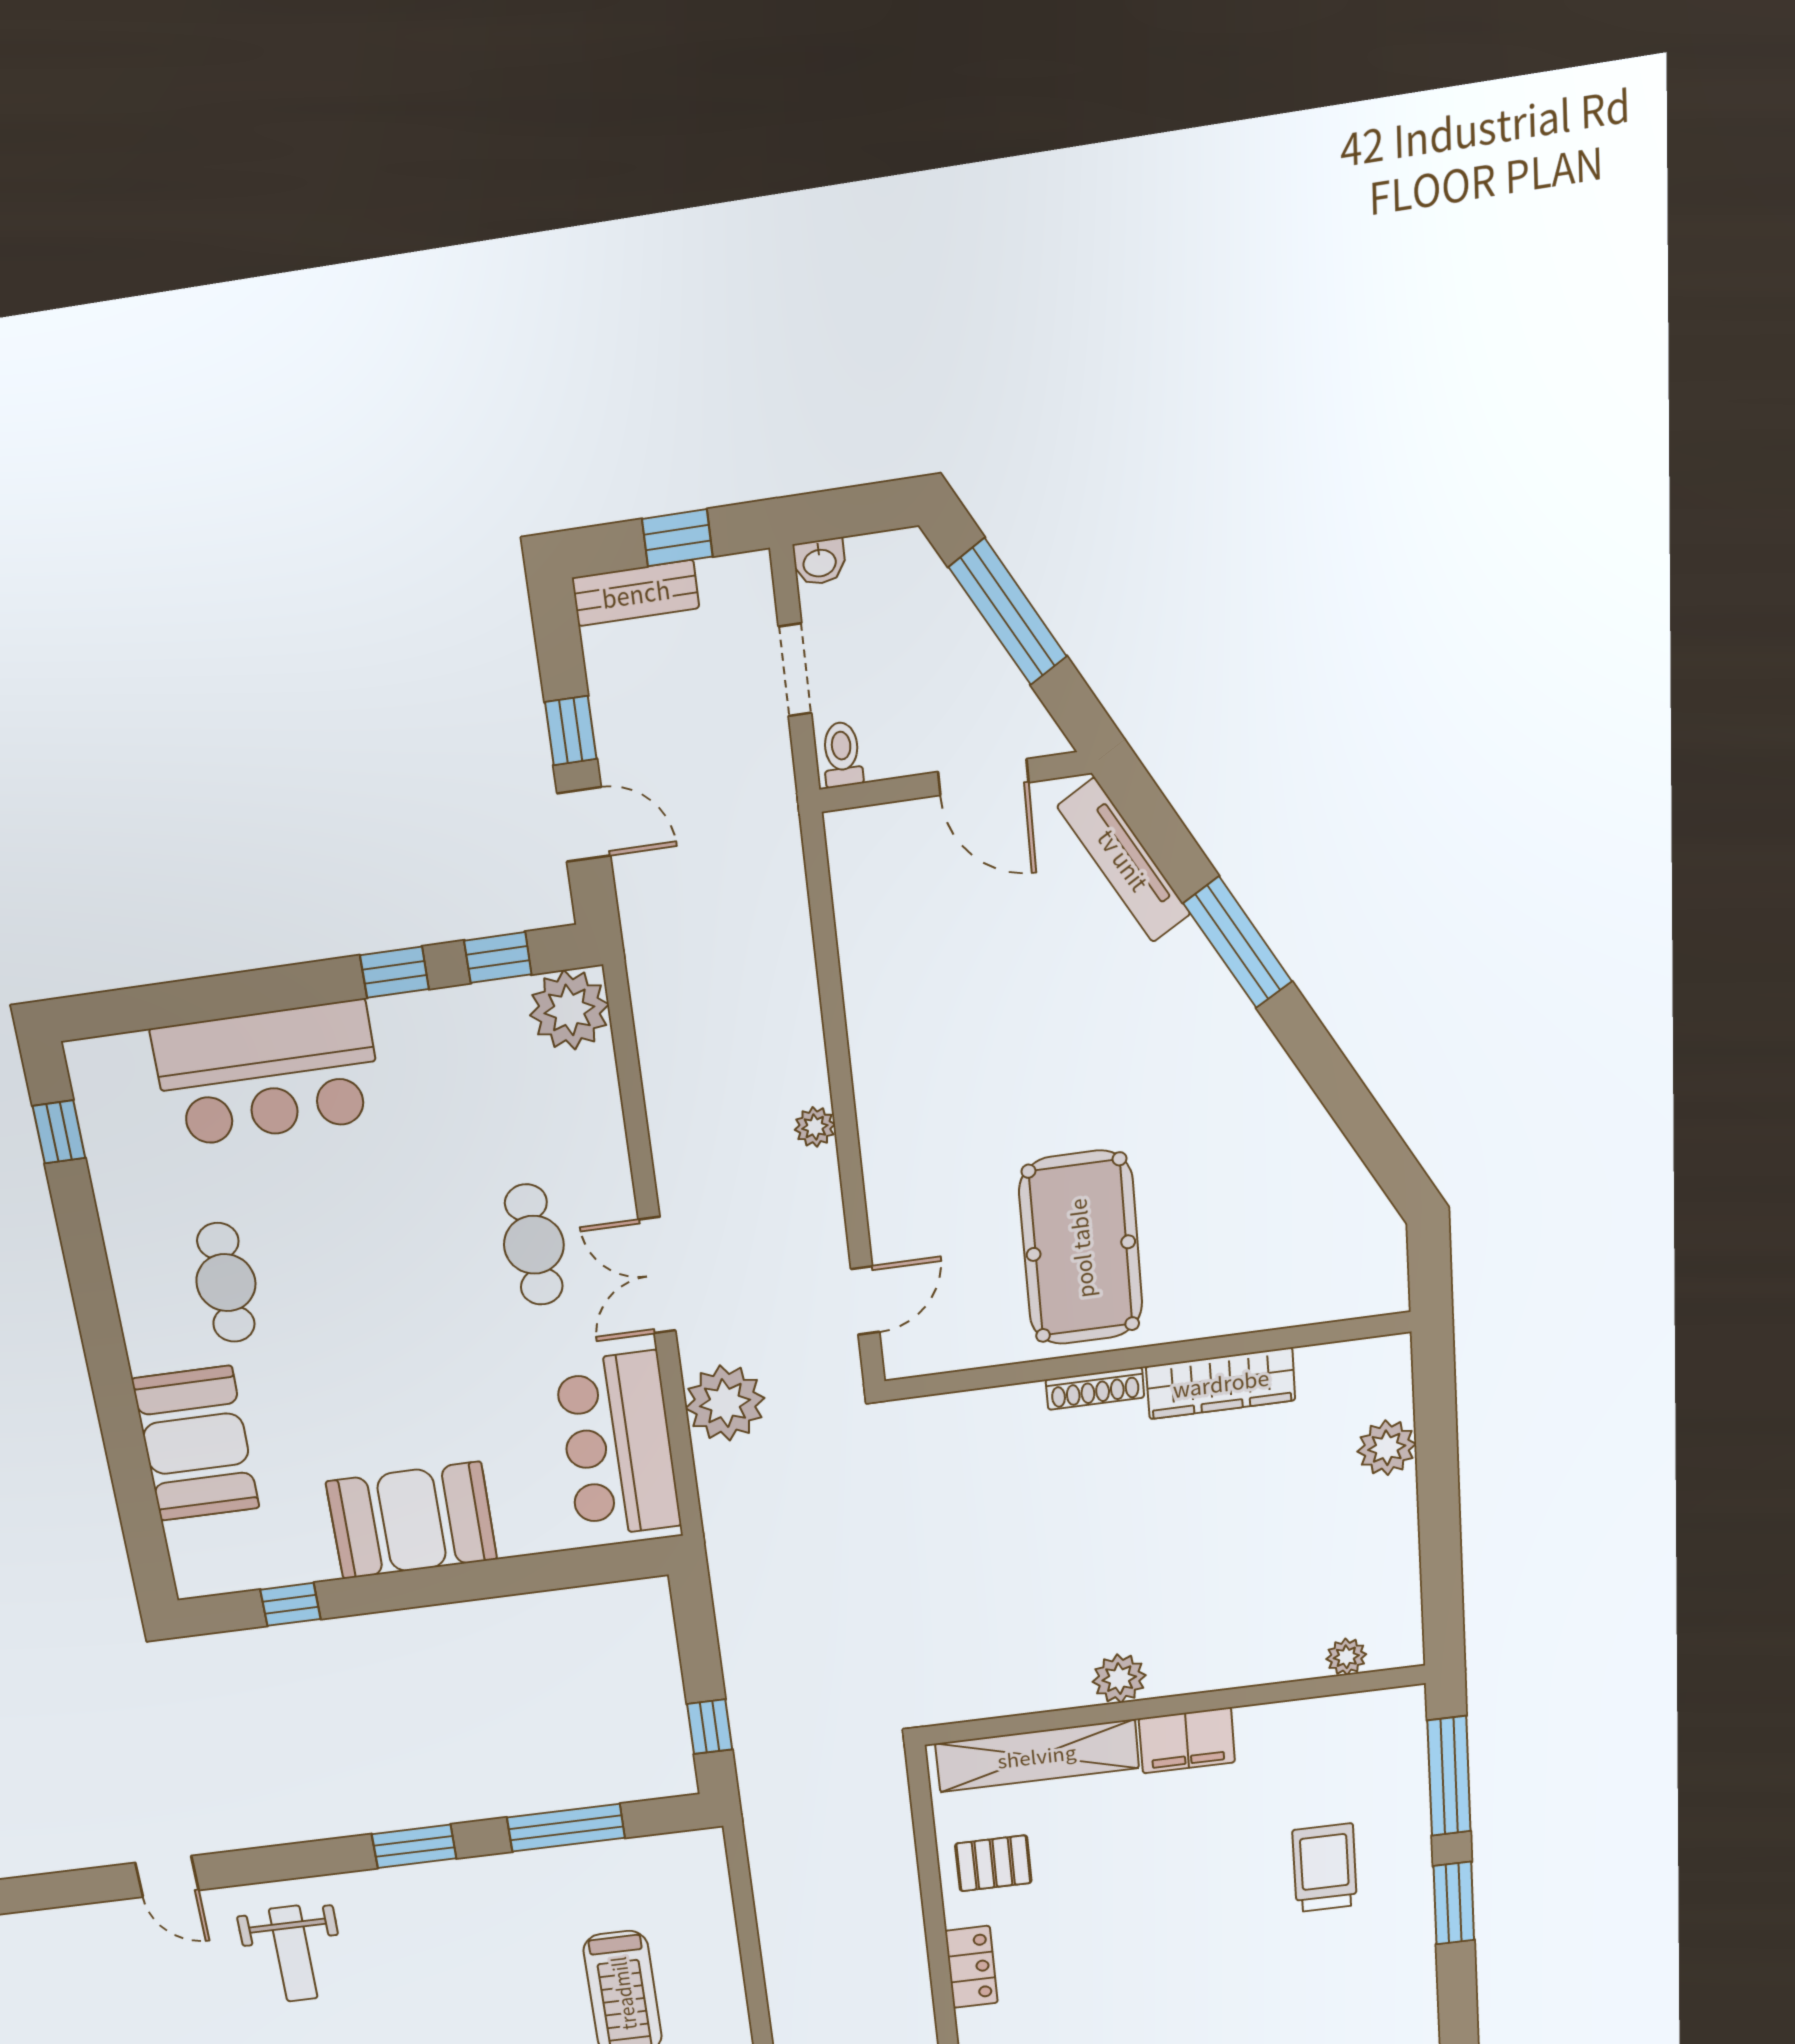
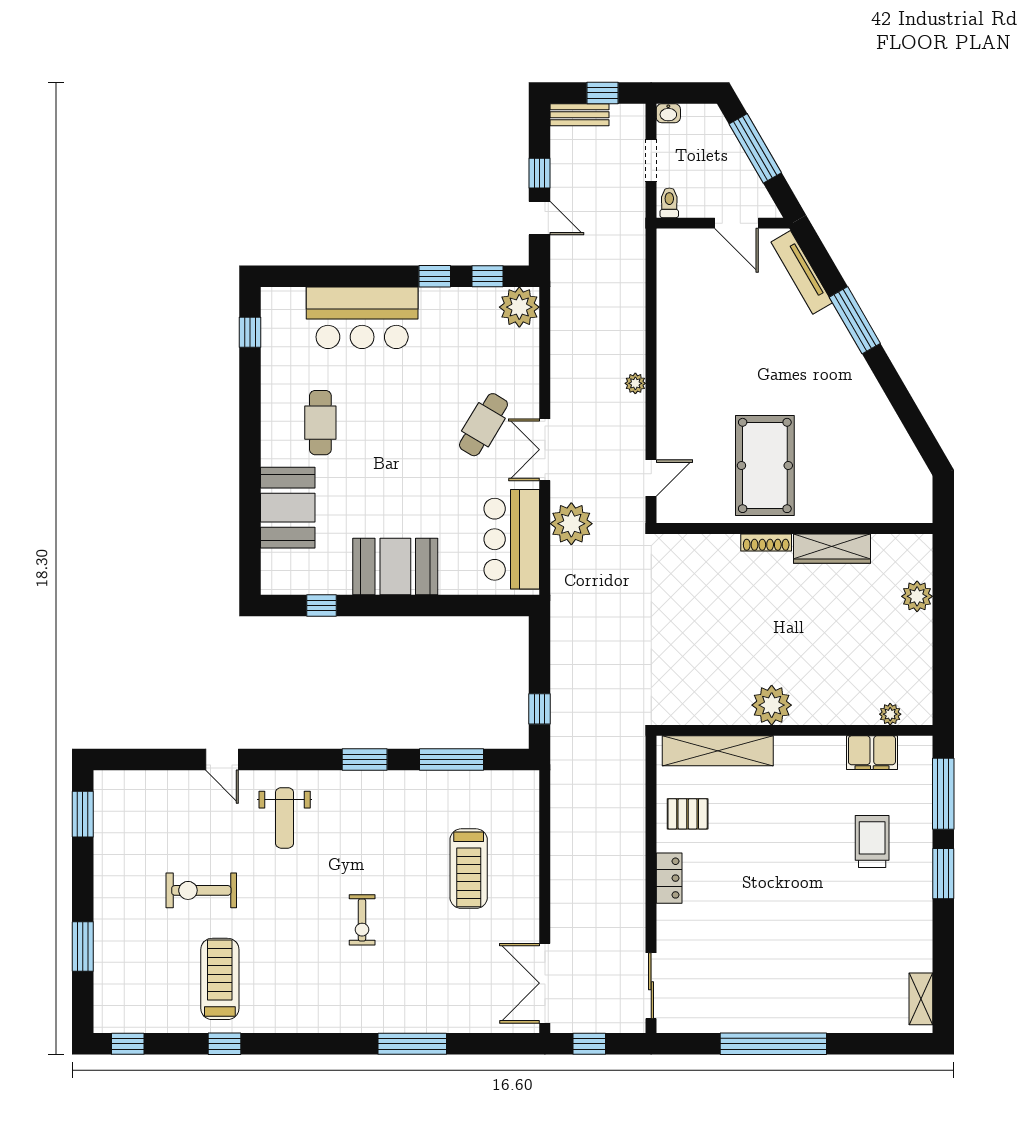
cafe table: (534, 1245) -> (483, 425), turned 33
plant: (1119, 1679) -> (772, 705), width x1.36, depth x1.36
filing cabinet: (1187, 1740) -> (872, 753), moved

